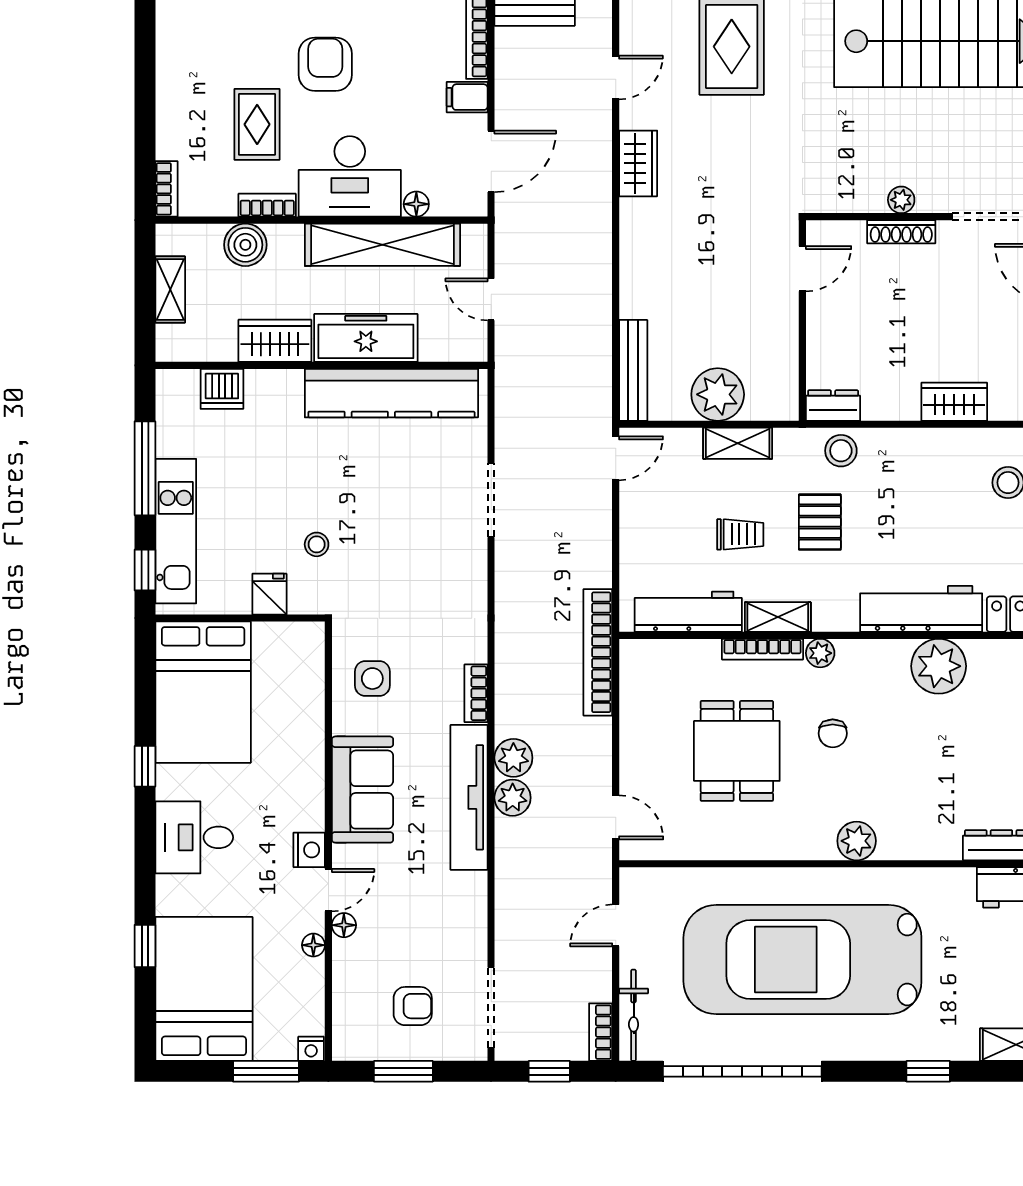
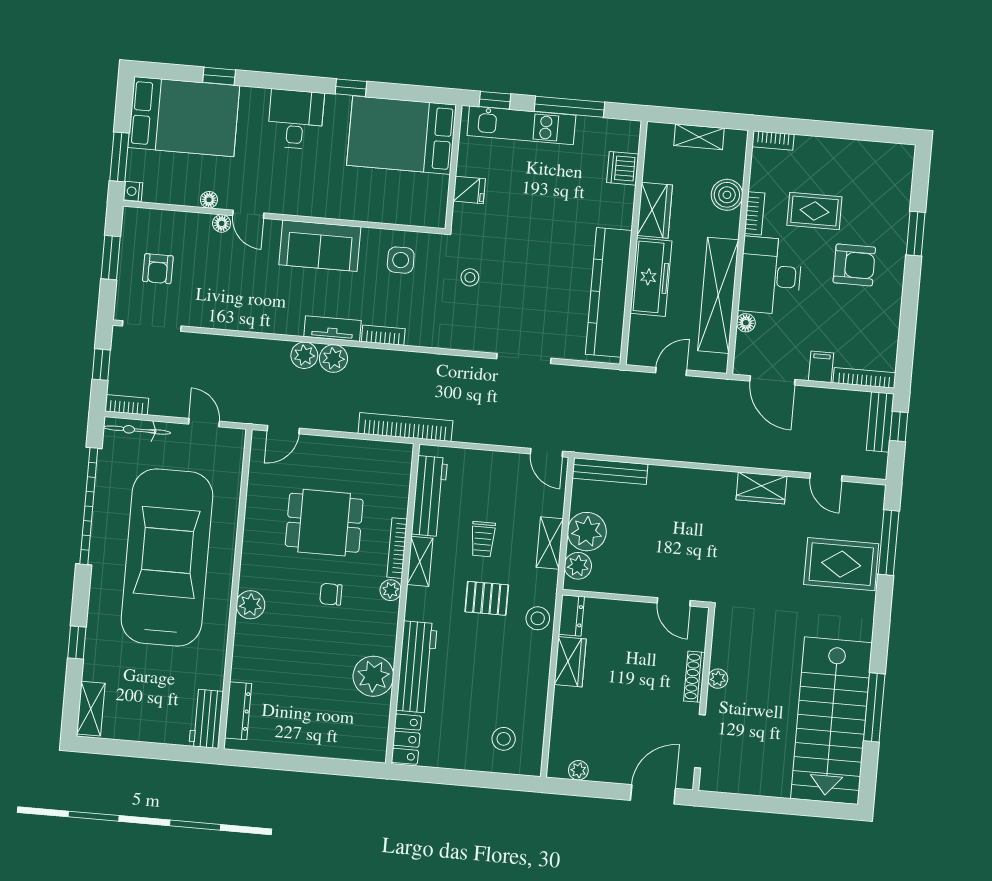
plant: (765, 402) -> (578, 566), added
wardrobe: (954, 402) -> (570, 662), moved
stool: (317, 544) -> (470, 277), moved
tv unit: (469, 797) -> (332, 329), width x0.52, depth x0.78
nightstand: (309, 850) -> (279, 203), removed

